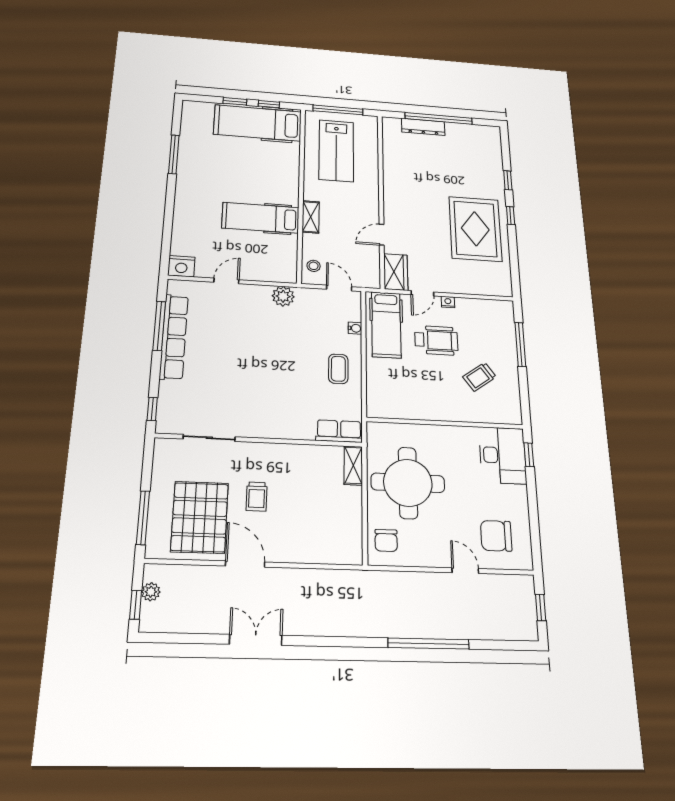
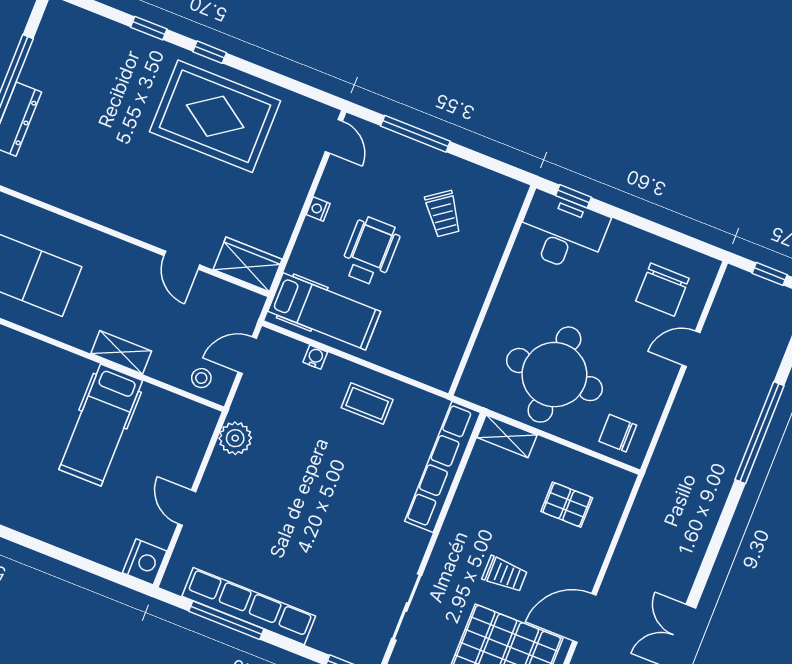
door: (422, 293) -> (334, 136), moved
row of seats: (339, 431) -> (443, 467), width x2.02
pallet: (322, 522) -> (567, 505), added
chair: (386, 540) -> (618, 433), turned 180

